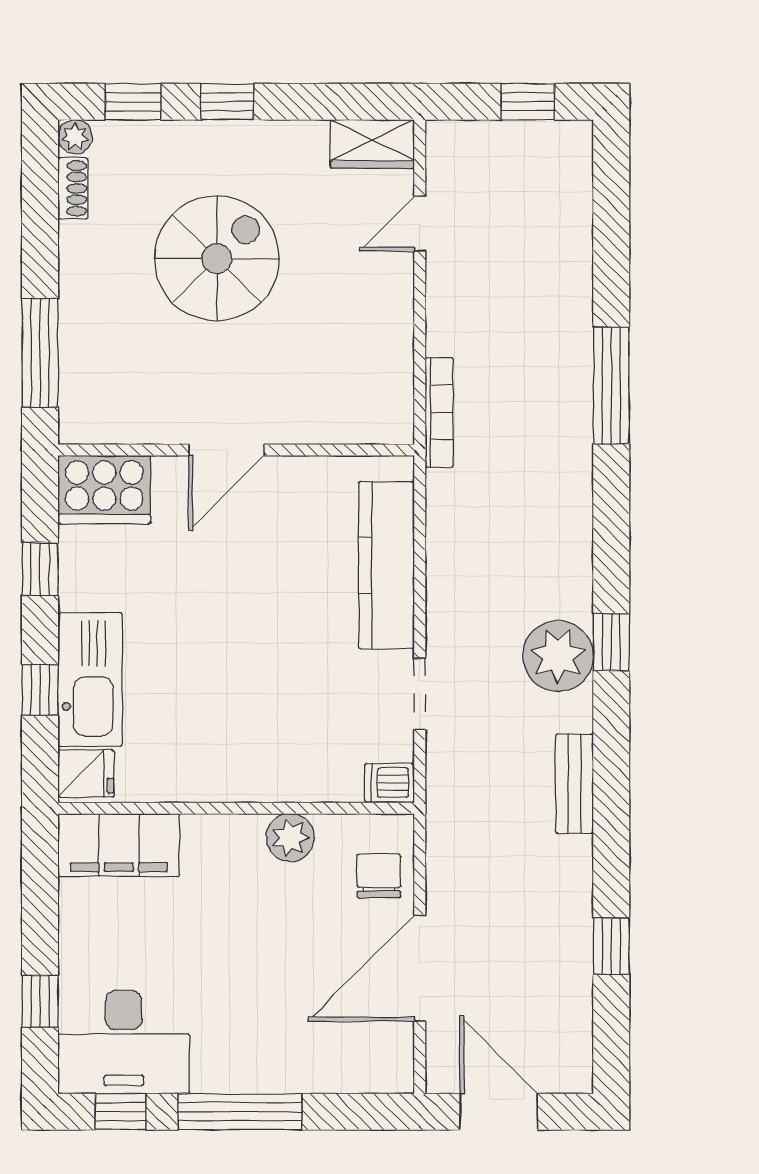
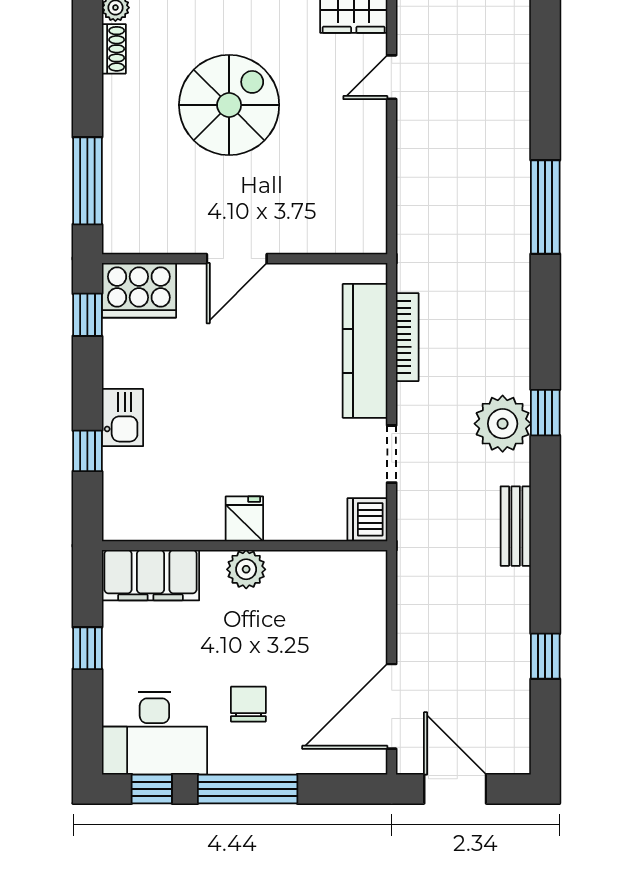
bookcase: (439, 412) -> (407, 337), moved
window: (40, 569) -> (87, 315), moved
kitchen sink: (90, 680) -> (122, 418), width x0.53, depth x0.81
fridge: (86, 774) -> (244, 519), moved, turned -90
dishwasher: (389, 783) -> (367, 519), width x1.38
plant: (290, 838) -> (246, 569), moved
chair: (379, 876) -> (248, 704), moved
door: (420, 968) -> (392, 706), moved
window: (40, 1001) -> (87, 648), moved

